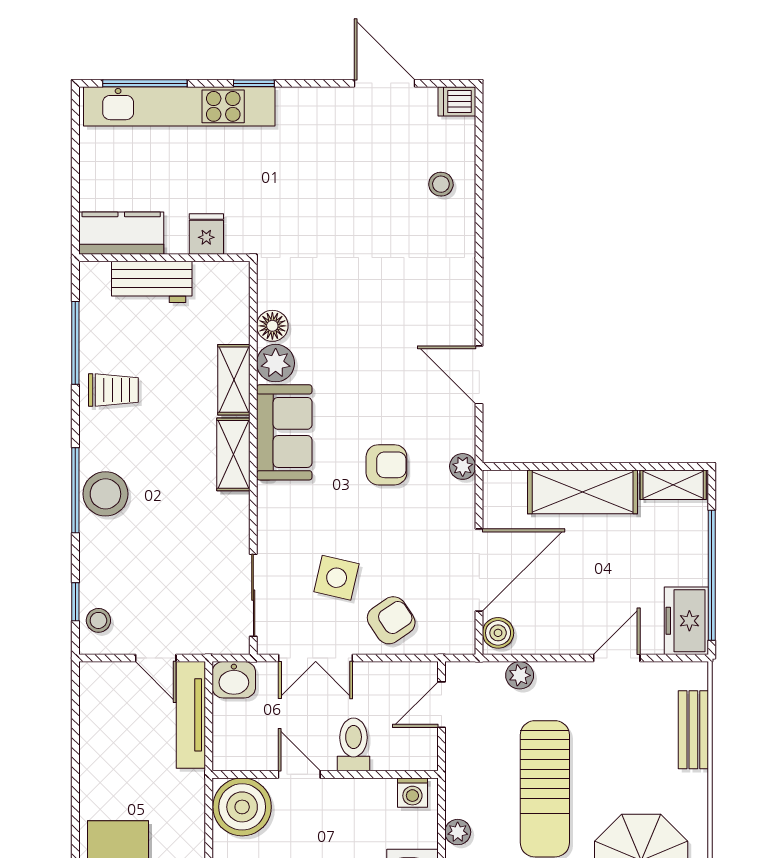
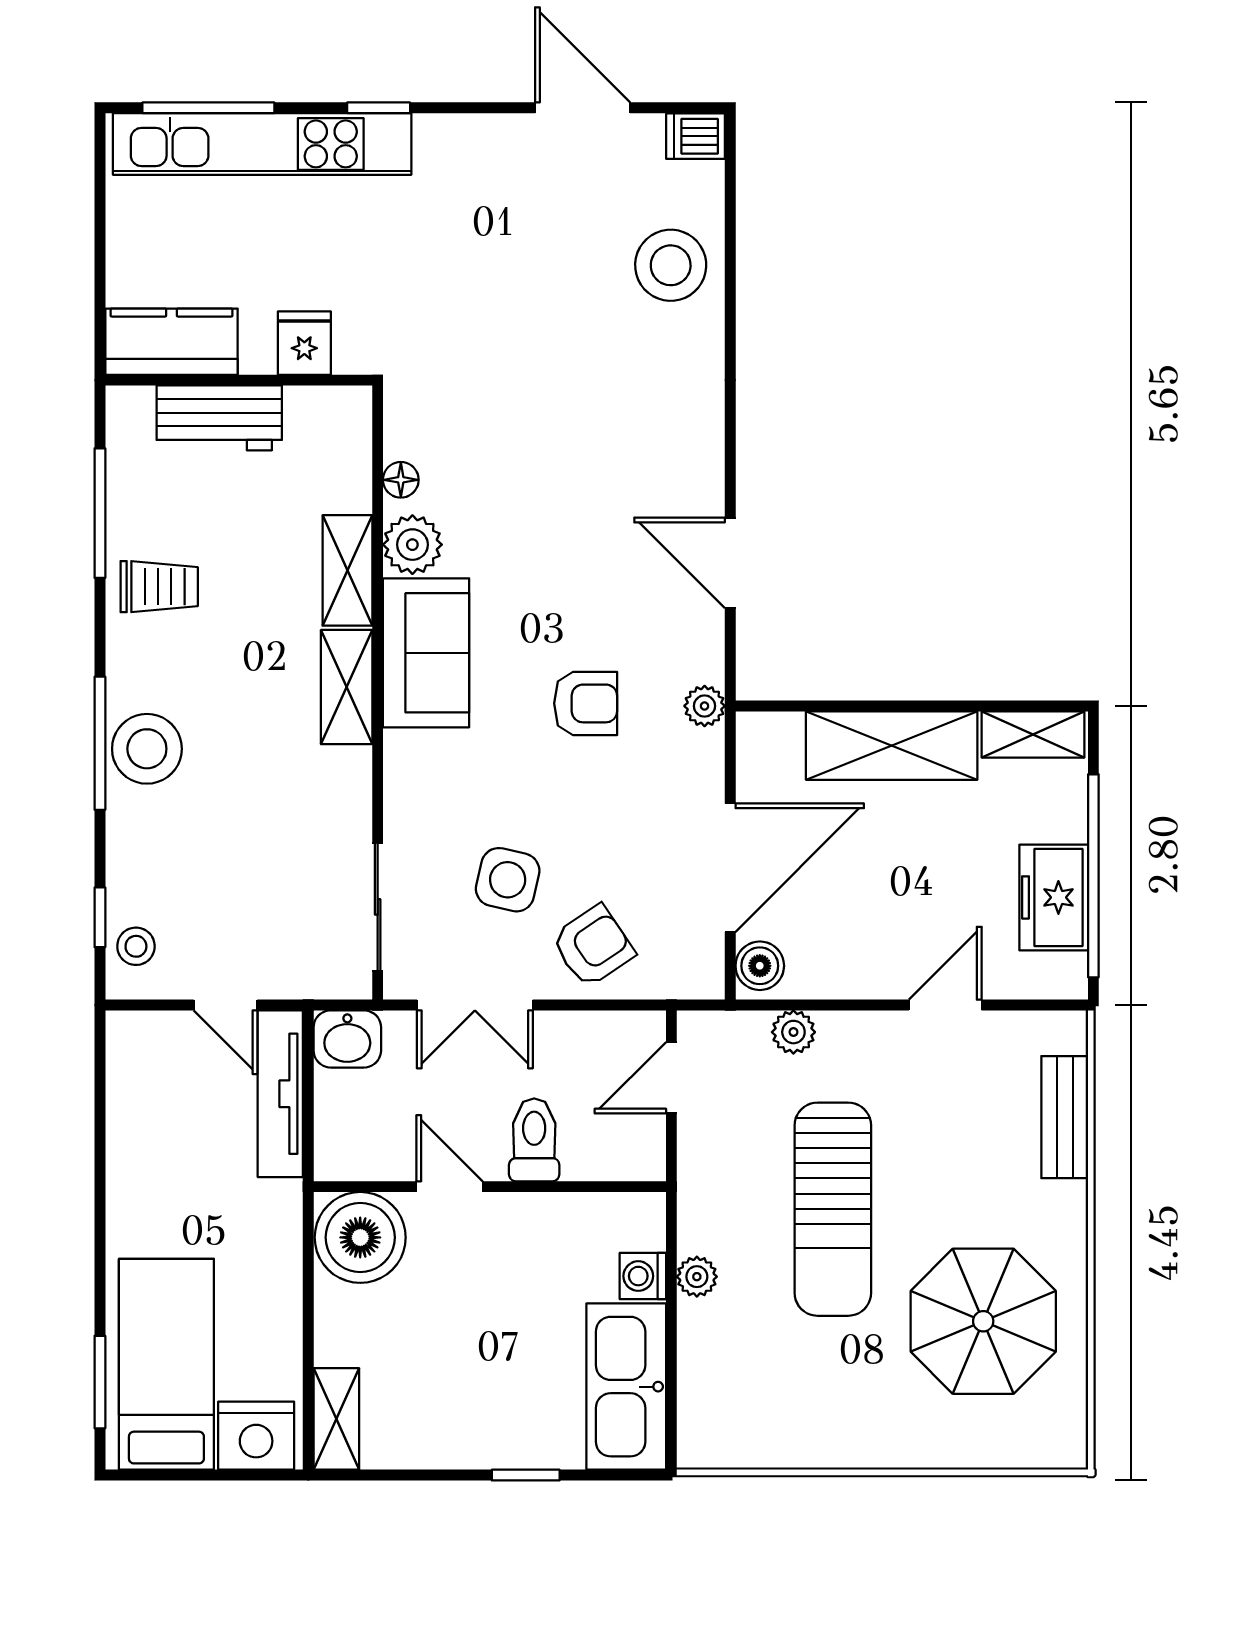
stool: (441, 184) -> (671, 265), width x1.89, depth x1.89
floor lamp: (272, 326) -> (401, 480), width x0.73, depth x0.73
freezer: (686, 621) -> (1054, 897), moved
washing machine: (412, 793) -> (643, 1276), moved, turned 90

